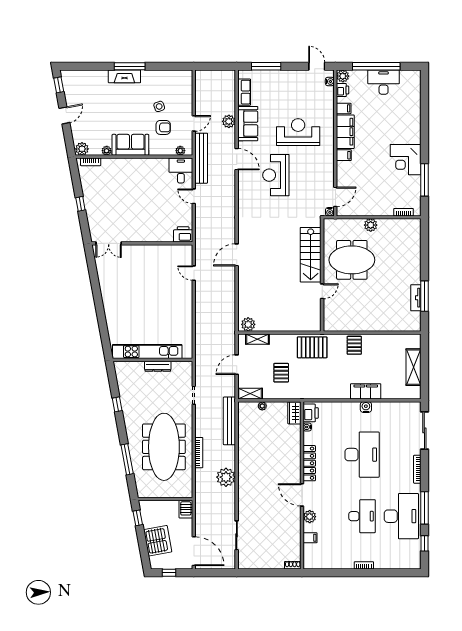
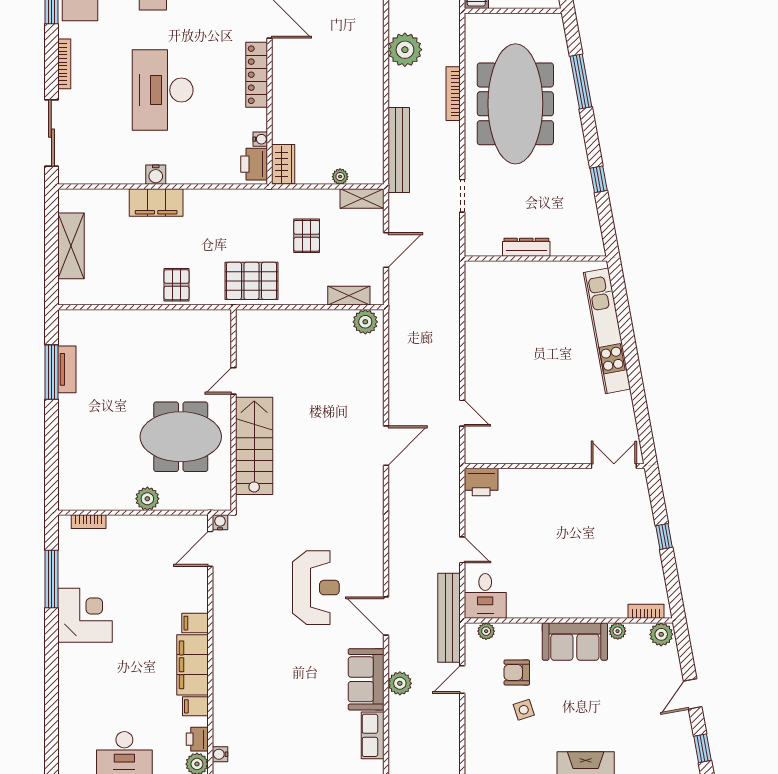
reception desk: (298, 132) -> (276, 664), removed
kitchen unit: (147, 352) -> (607, 331), moved, turned 80

